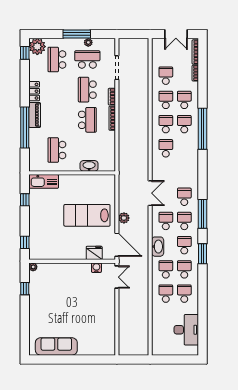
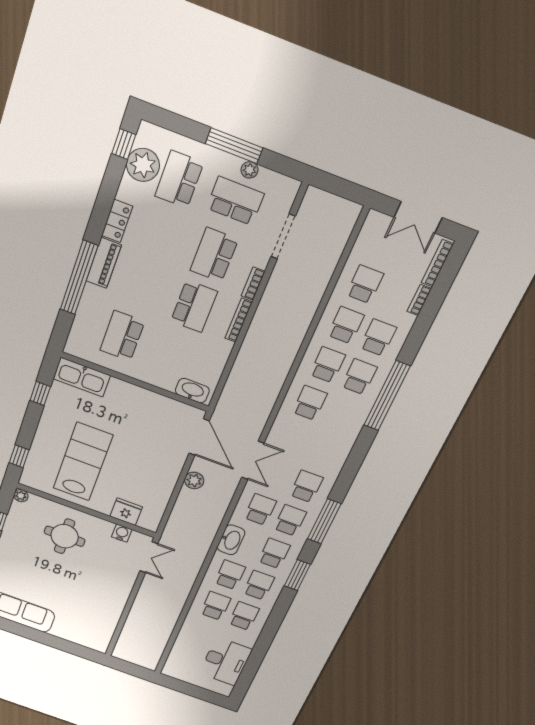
plant: (37, 47) -> (143, 165), moved
washbasin: (89, 166) -> (192, 391), moved
lab bench: (87, 215) -> (83, 462), moved, turned 90
door: (117, 245) -> (199, 437), moved
round table: (65, 283) -> (65, 536), added

